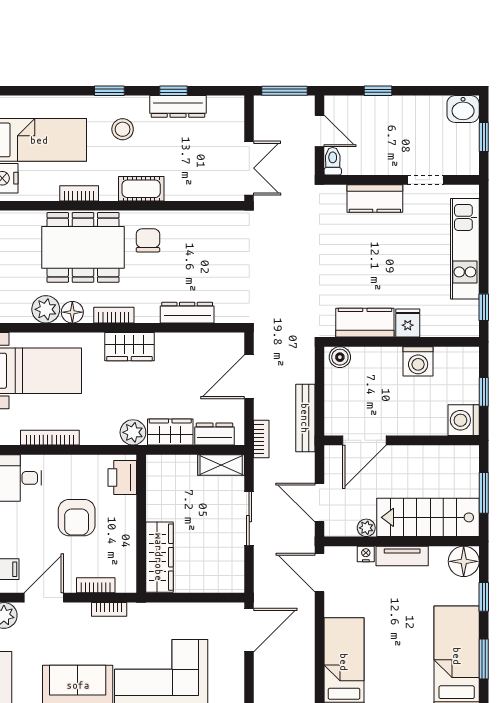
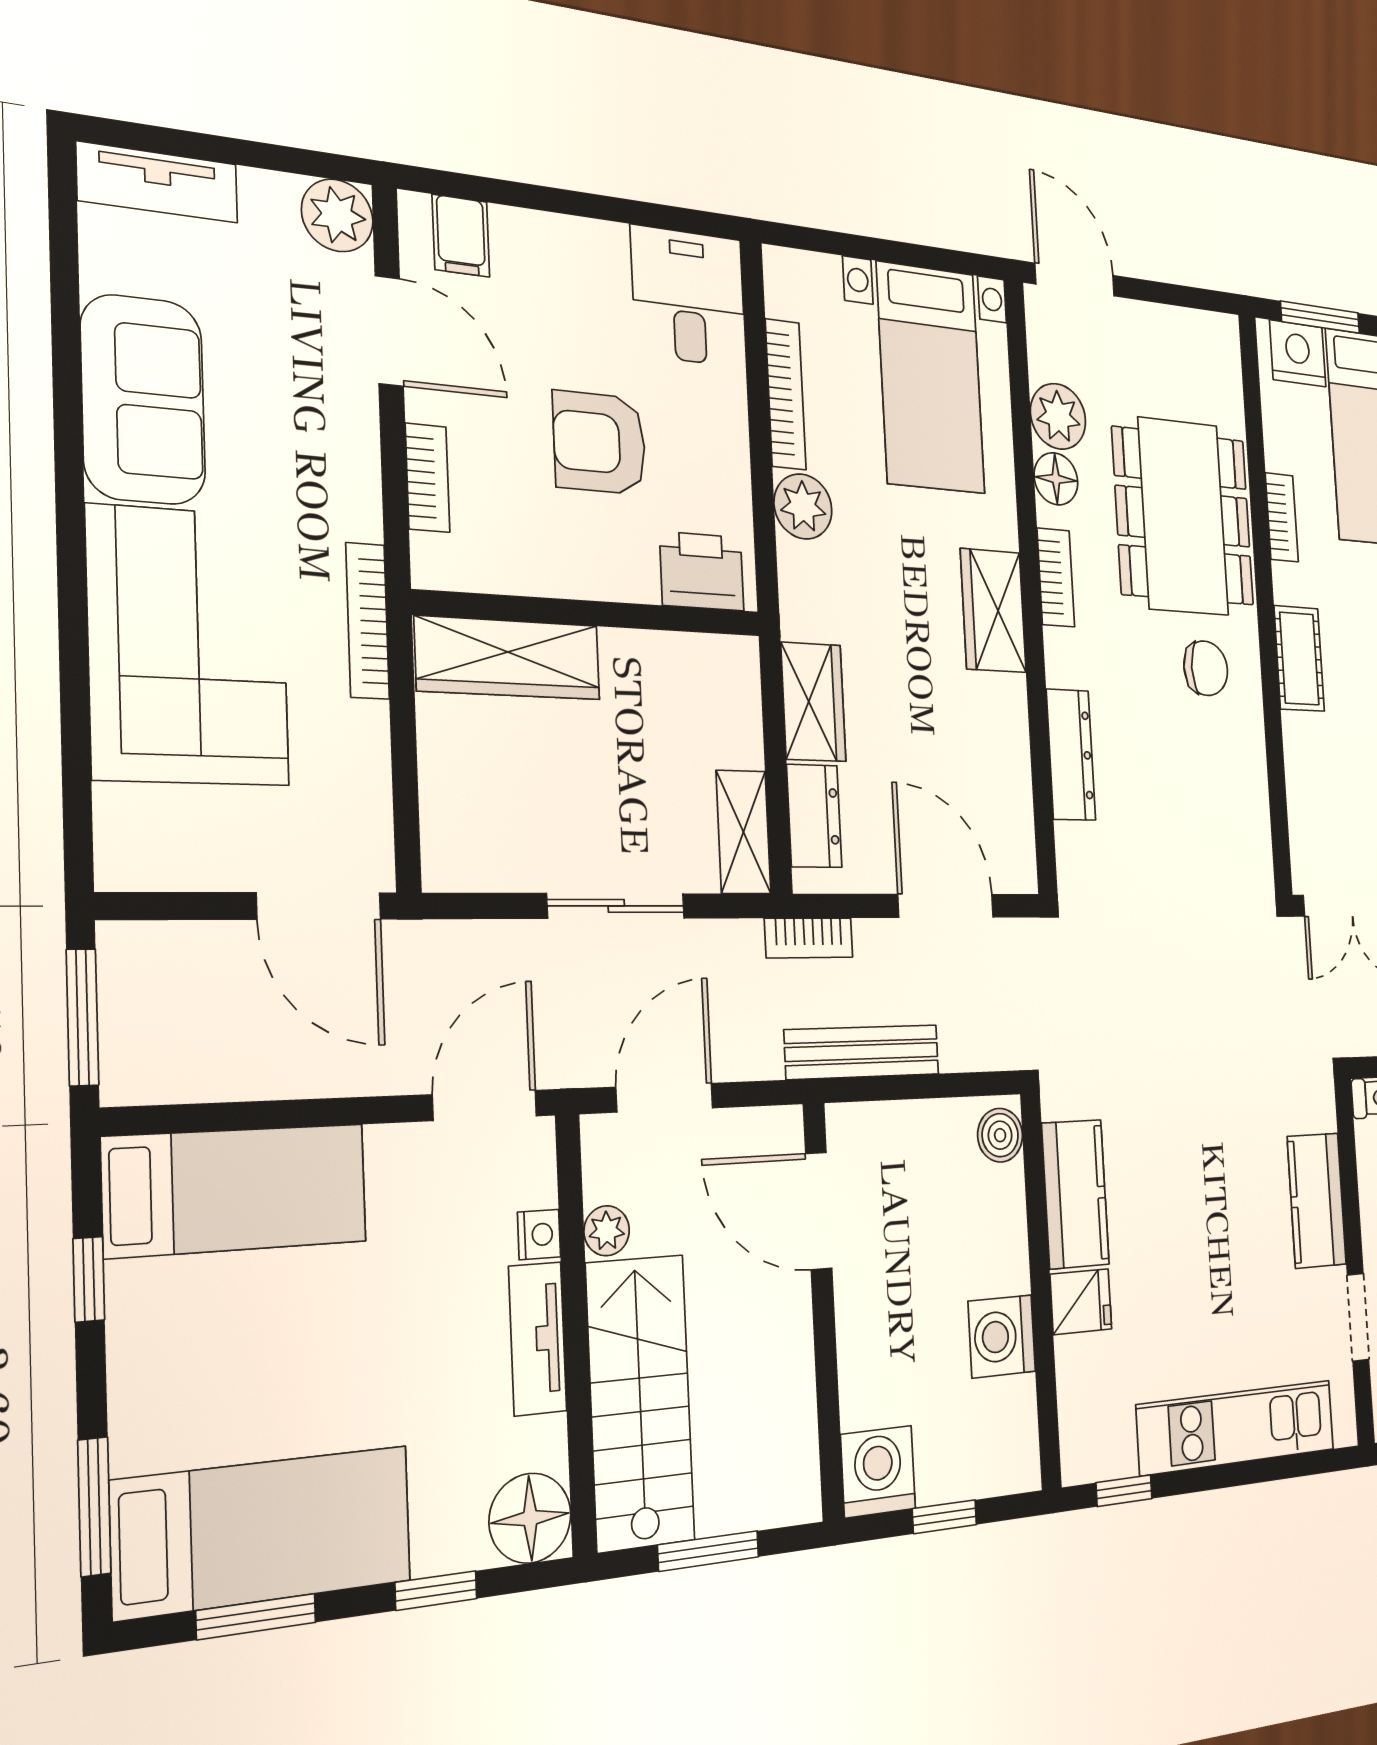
plant: (133, 432) -> (803, 506), moved
bookcase: (109, 609) -> (367, 621), moved, width x1.56

